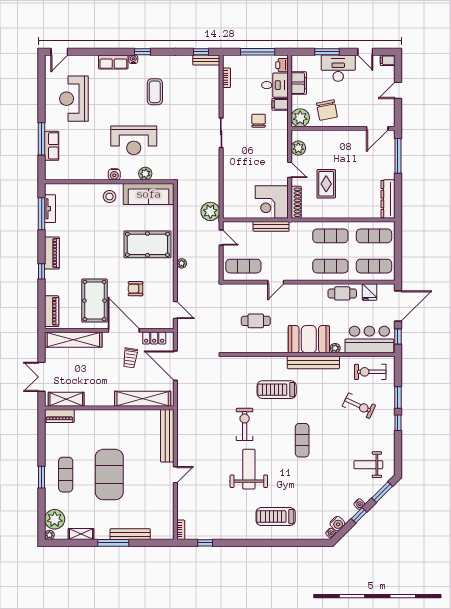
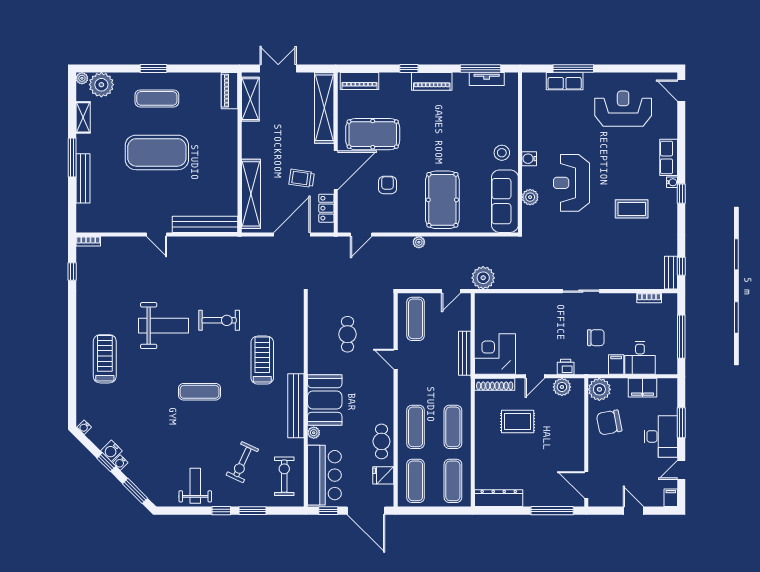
printer: (282, 65) -> (566, 367), moved
weight bench: (368, 465) -> (195, 486), moved
water cooler: (337, 524) -> (111, 451), moved

